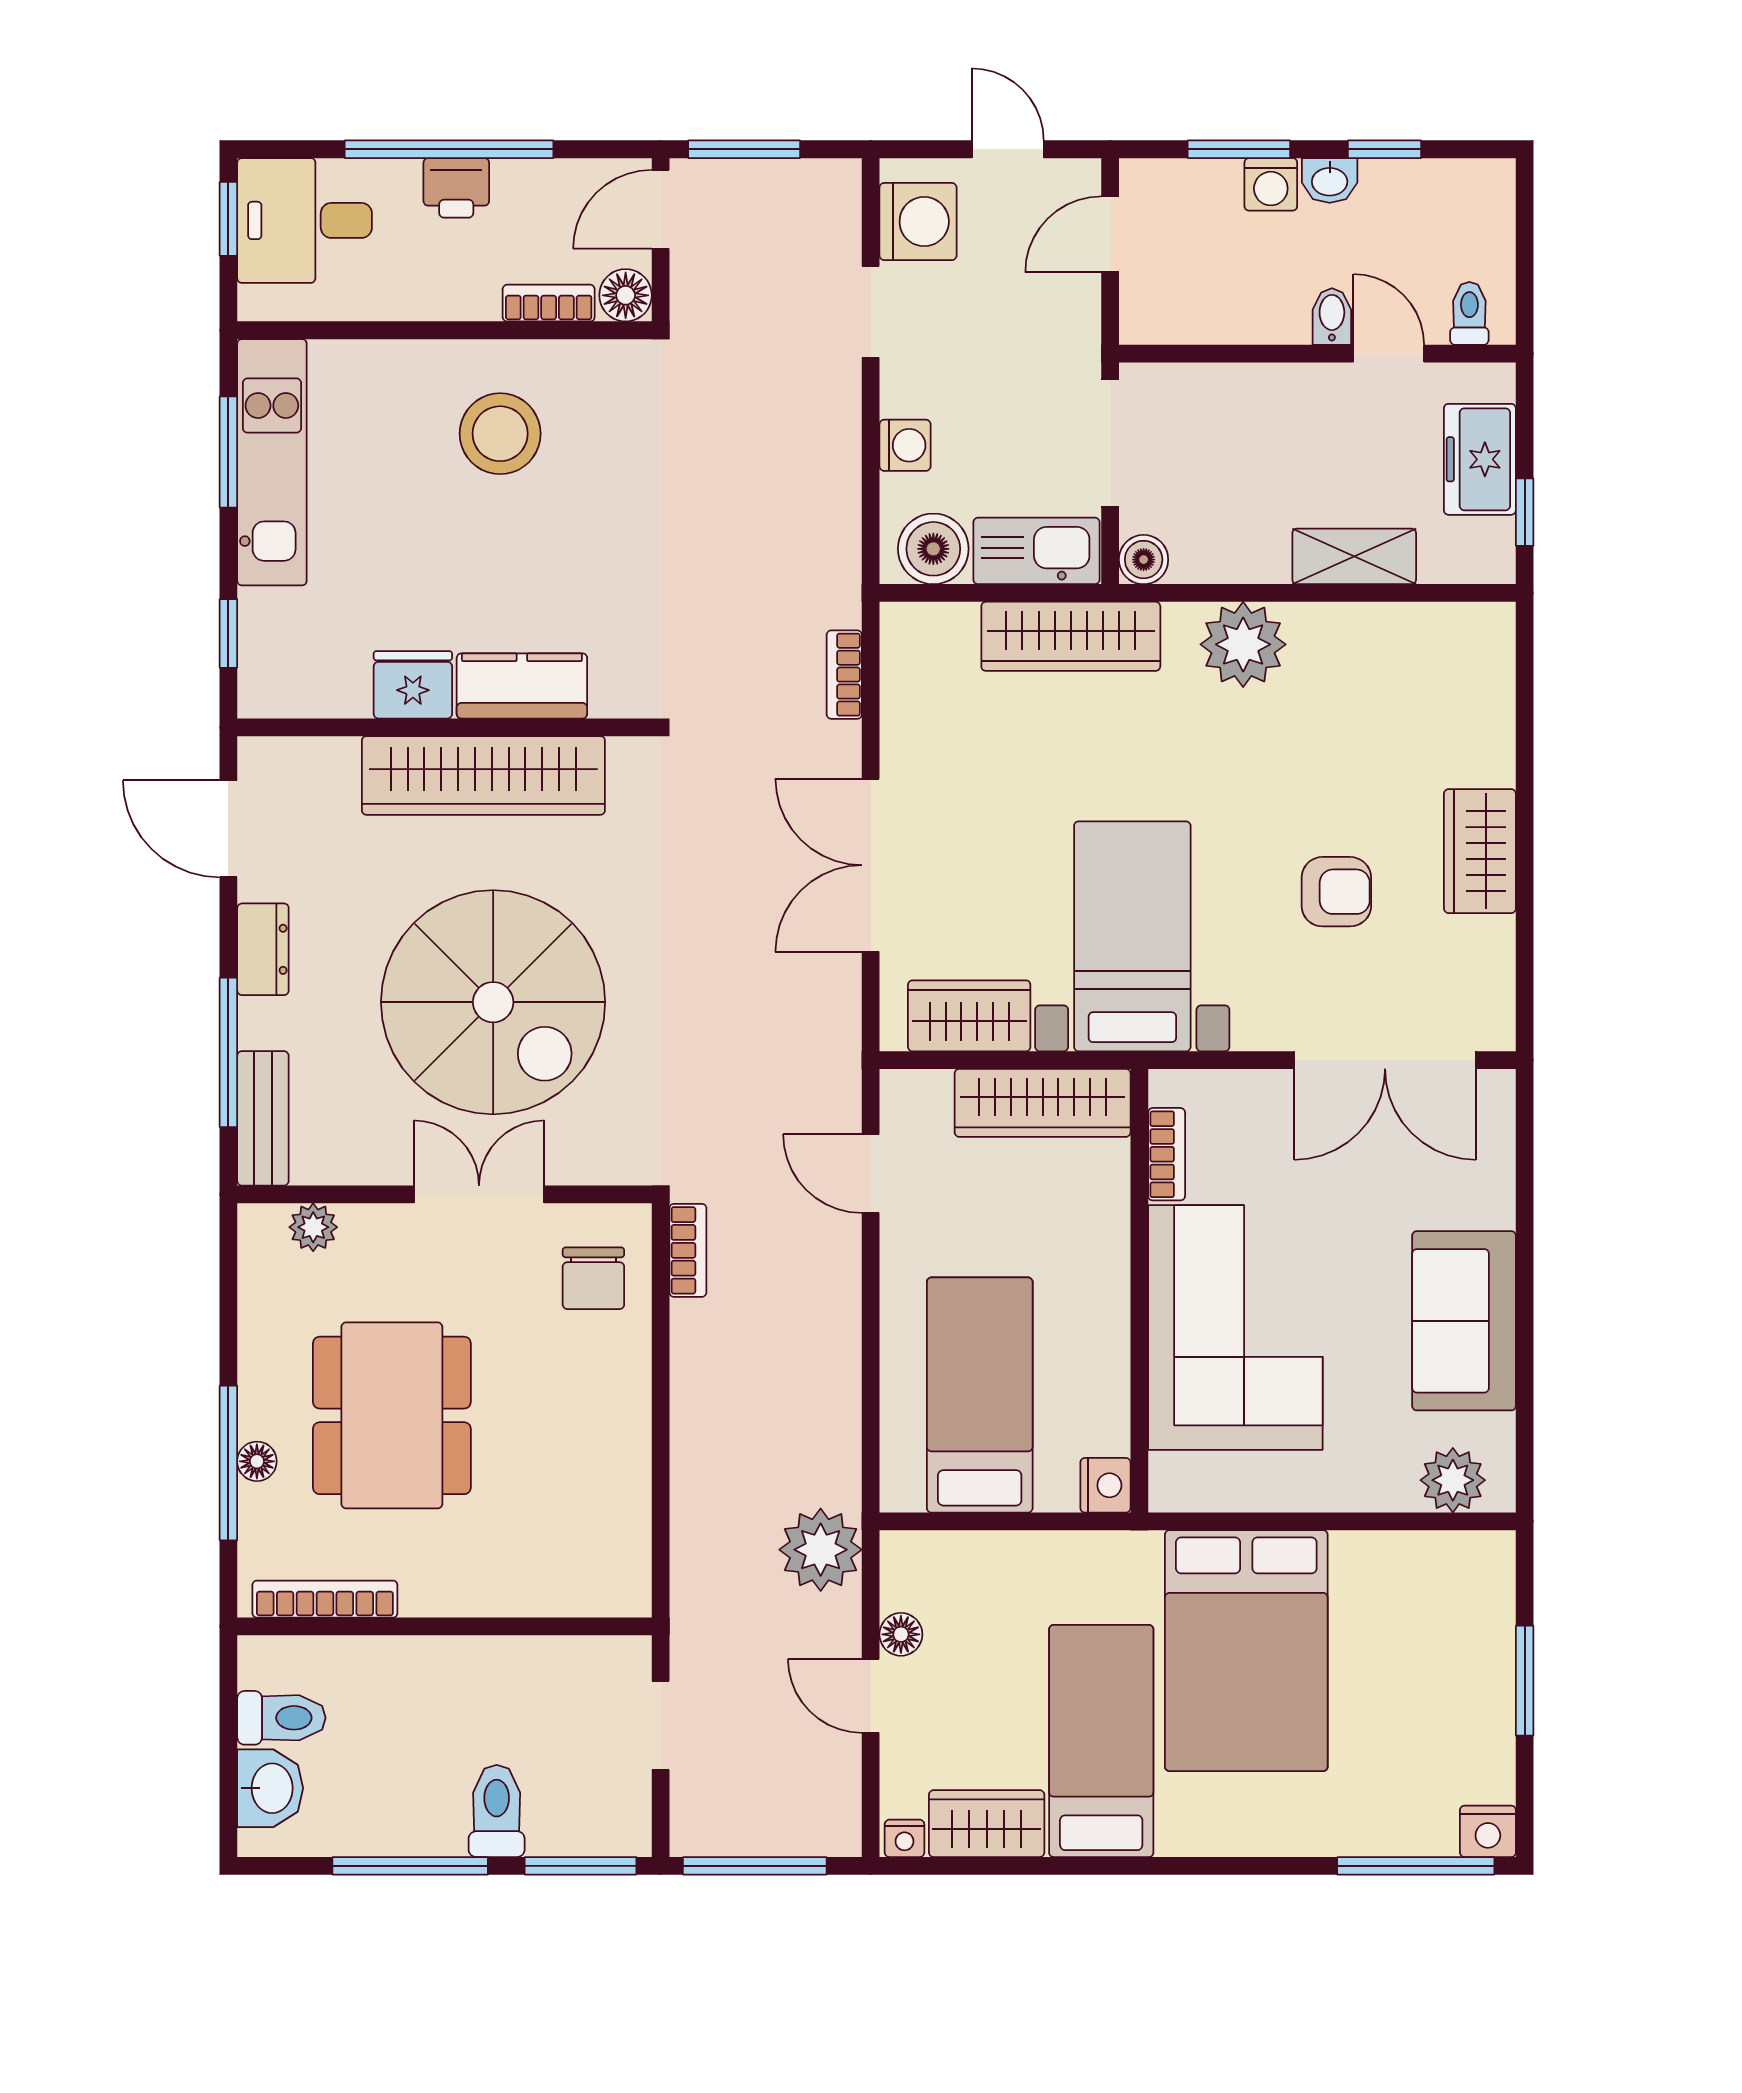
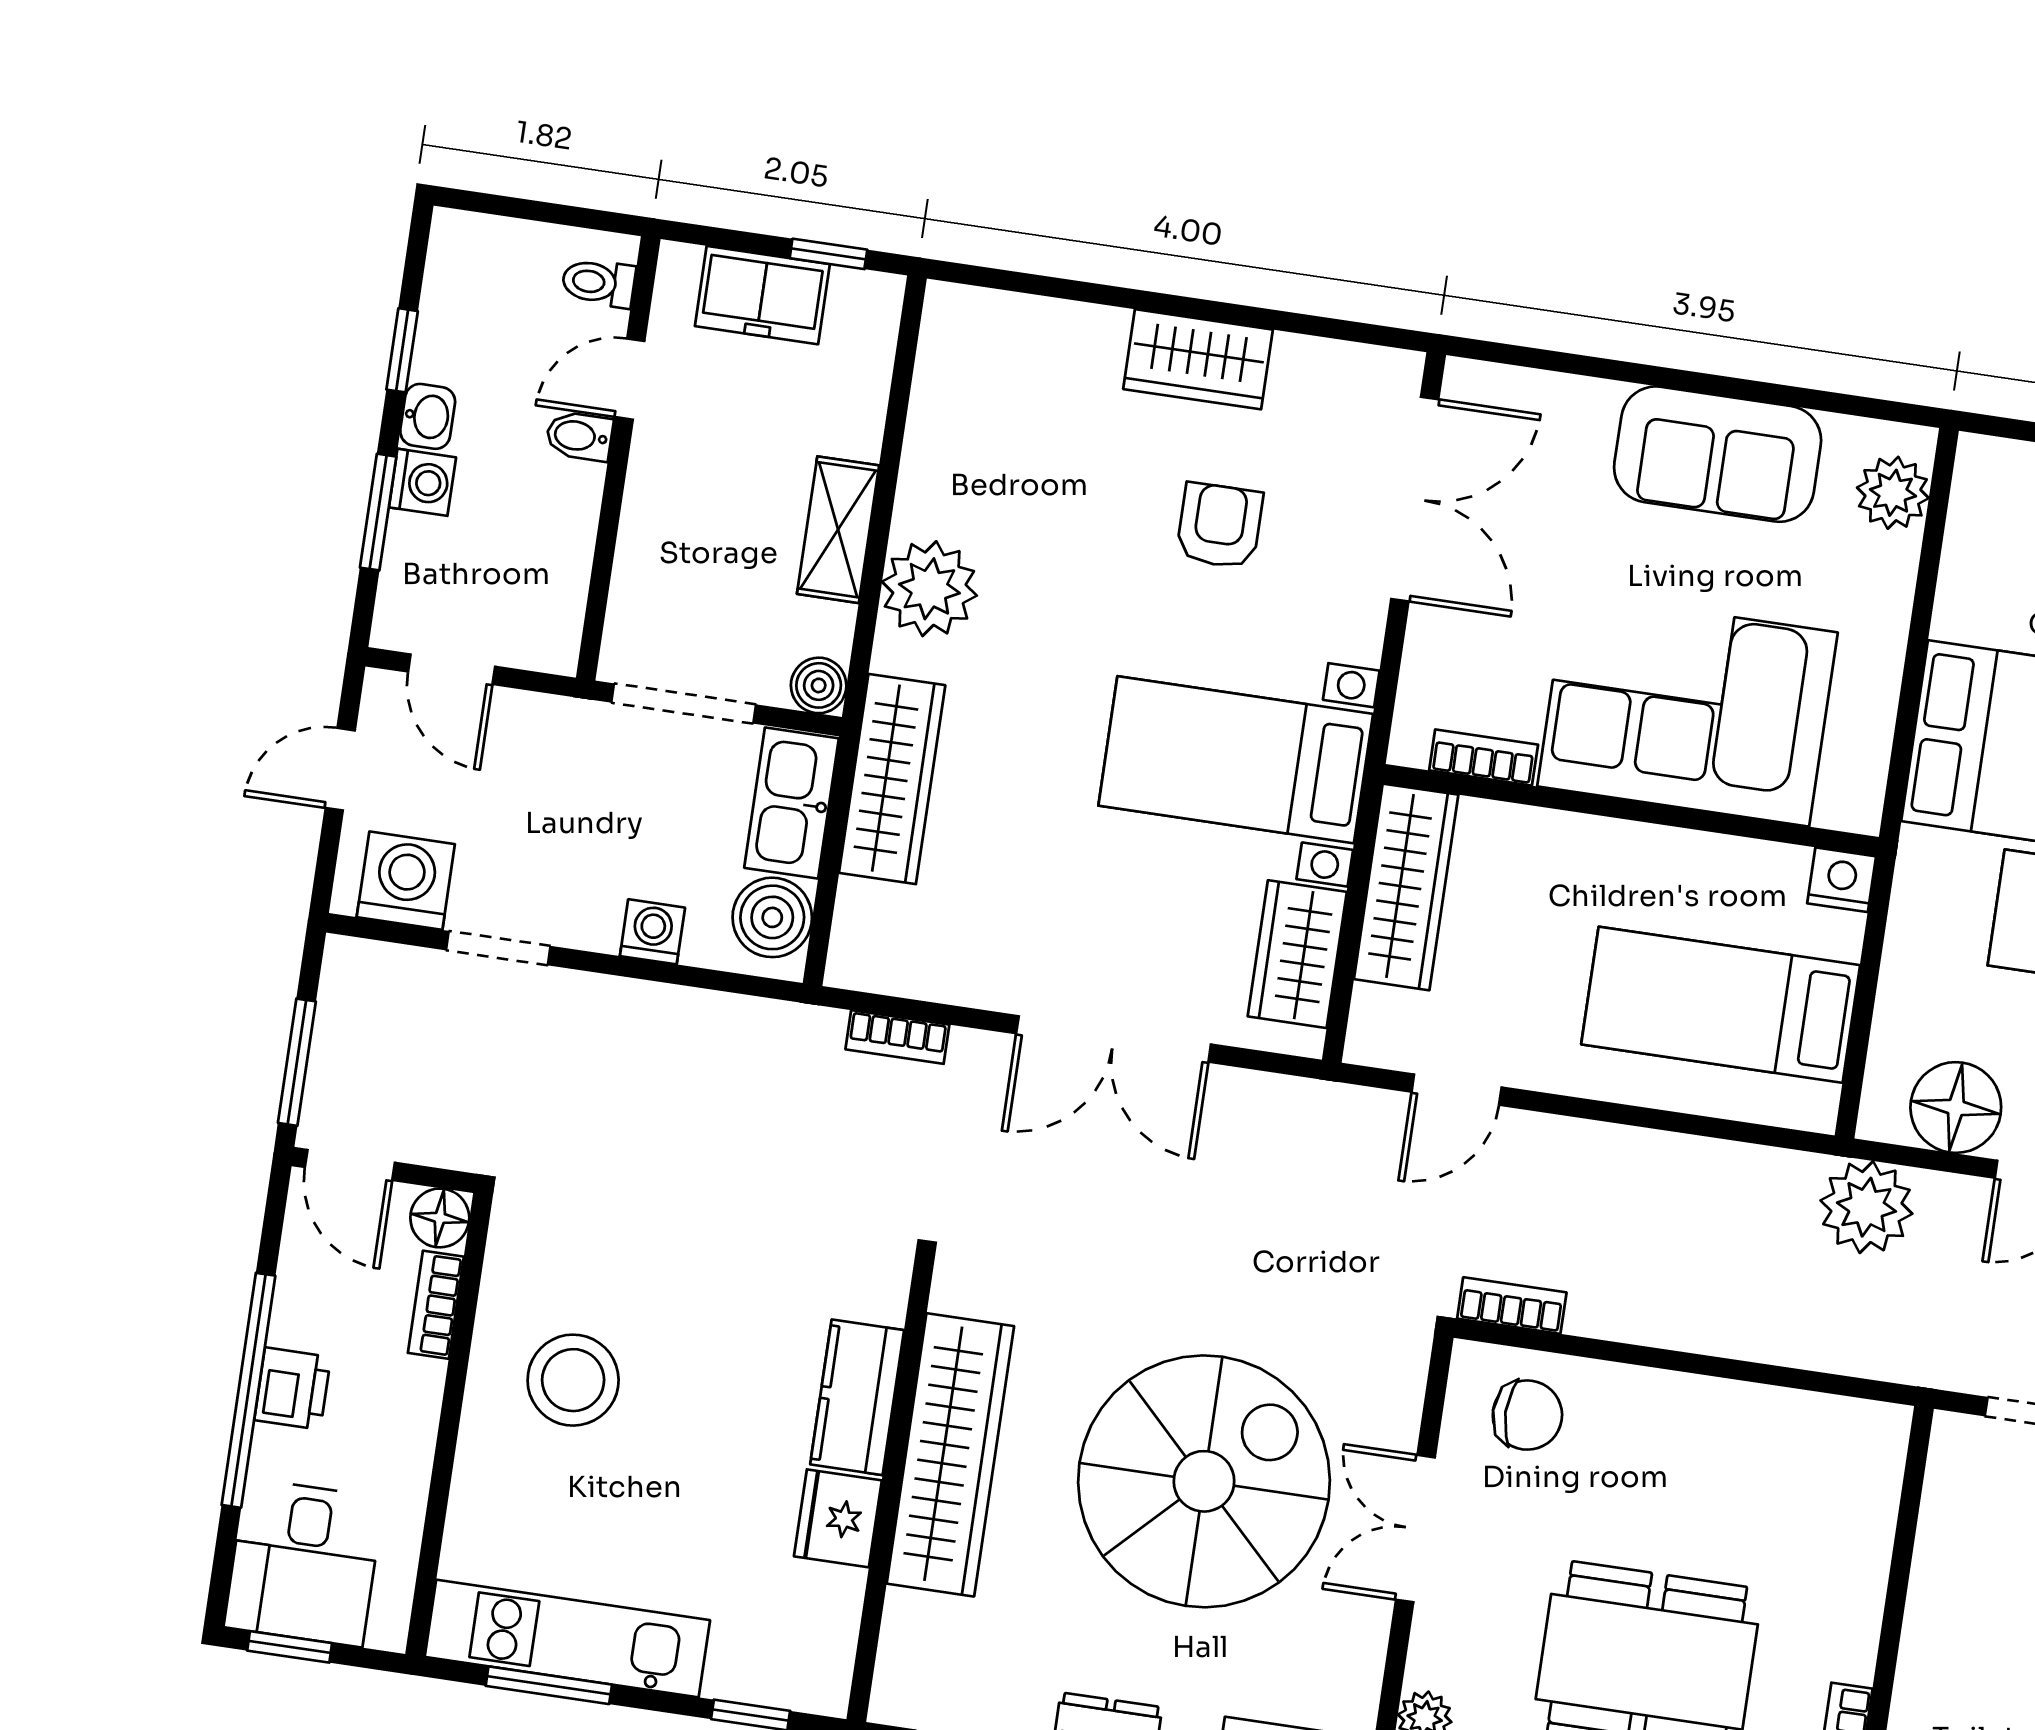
shelving: (1354, 556) -> (838, 530), moved
floor lamp: (901, 1634) -> (1956, 1107), width x1.89, depth x1.89

